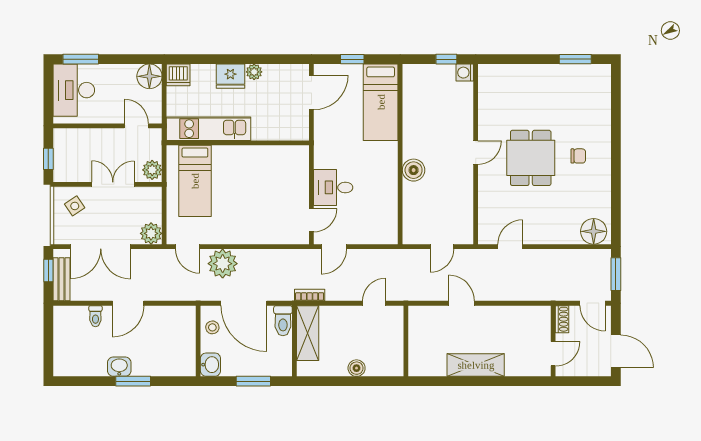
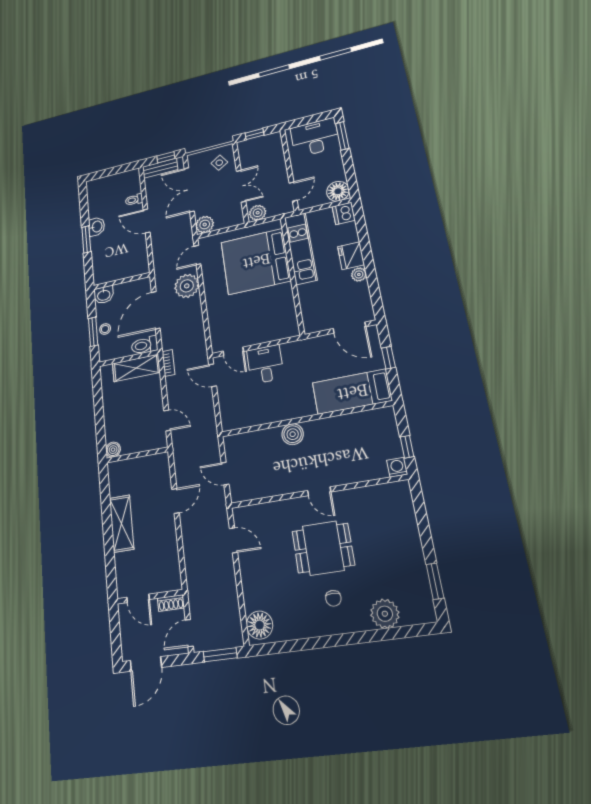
plant: (598, 110) -> (385, 614), added
bed: (195, 181) -> (256, 261), width x2.04
stool: (212, 327) -> (105, 329), moved
boiler: (357, 368) -> (113, 450), moved

